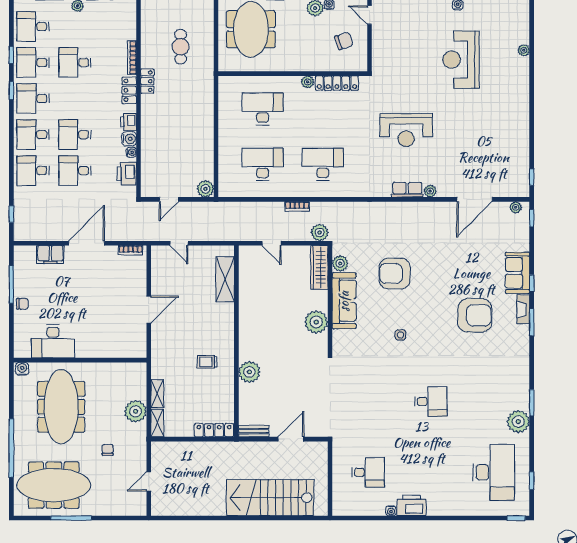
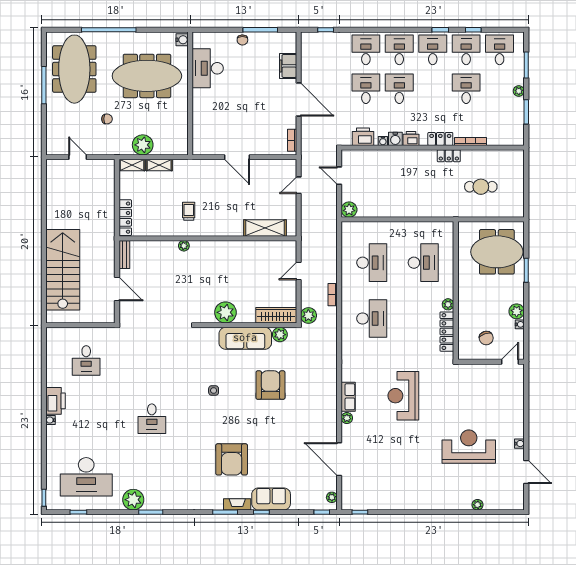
plant: (249, 372) -> (184, 246), width x0.53, depth x0.53
water cooler: (391, 511) -> (51, 420), moved

